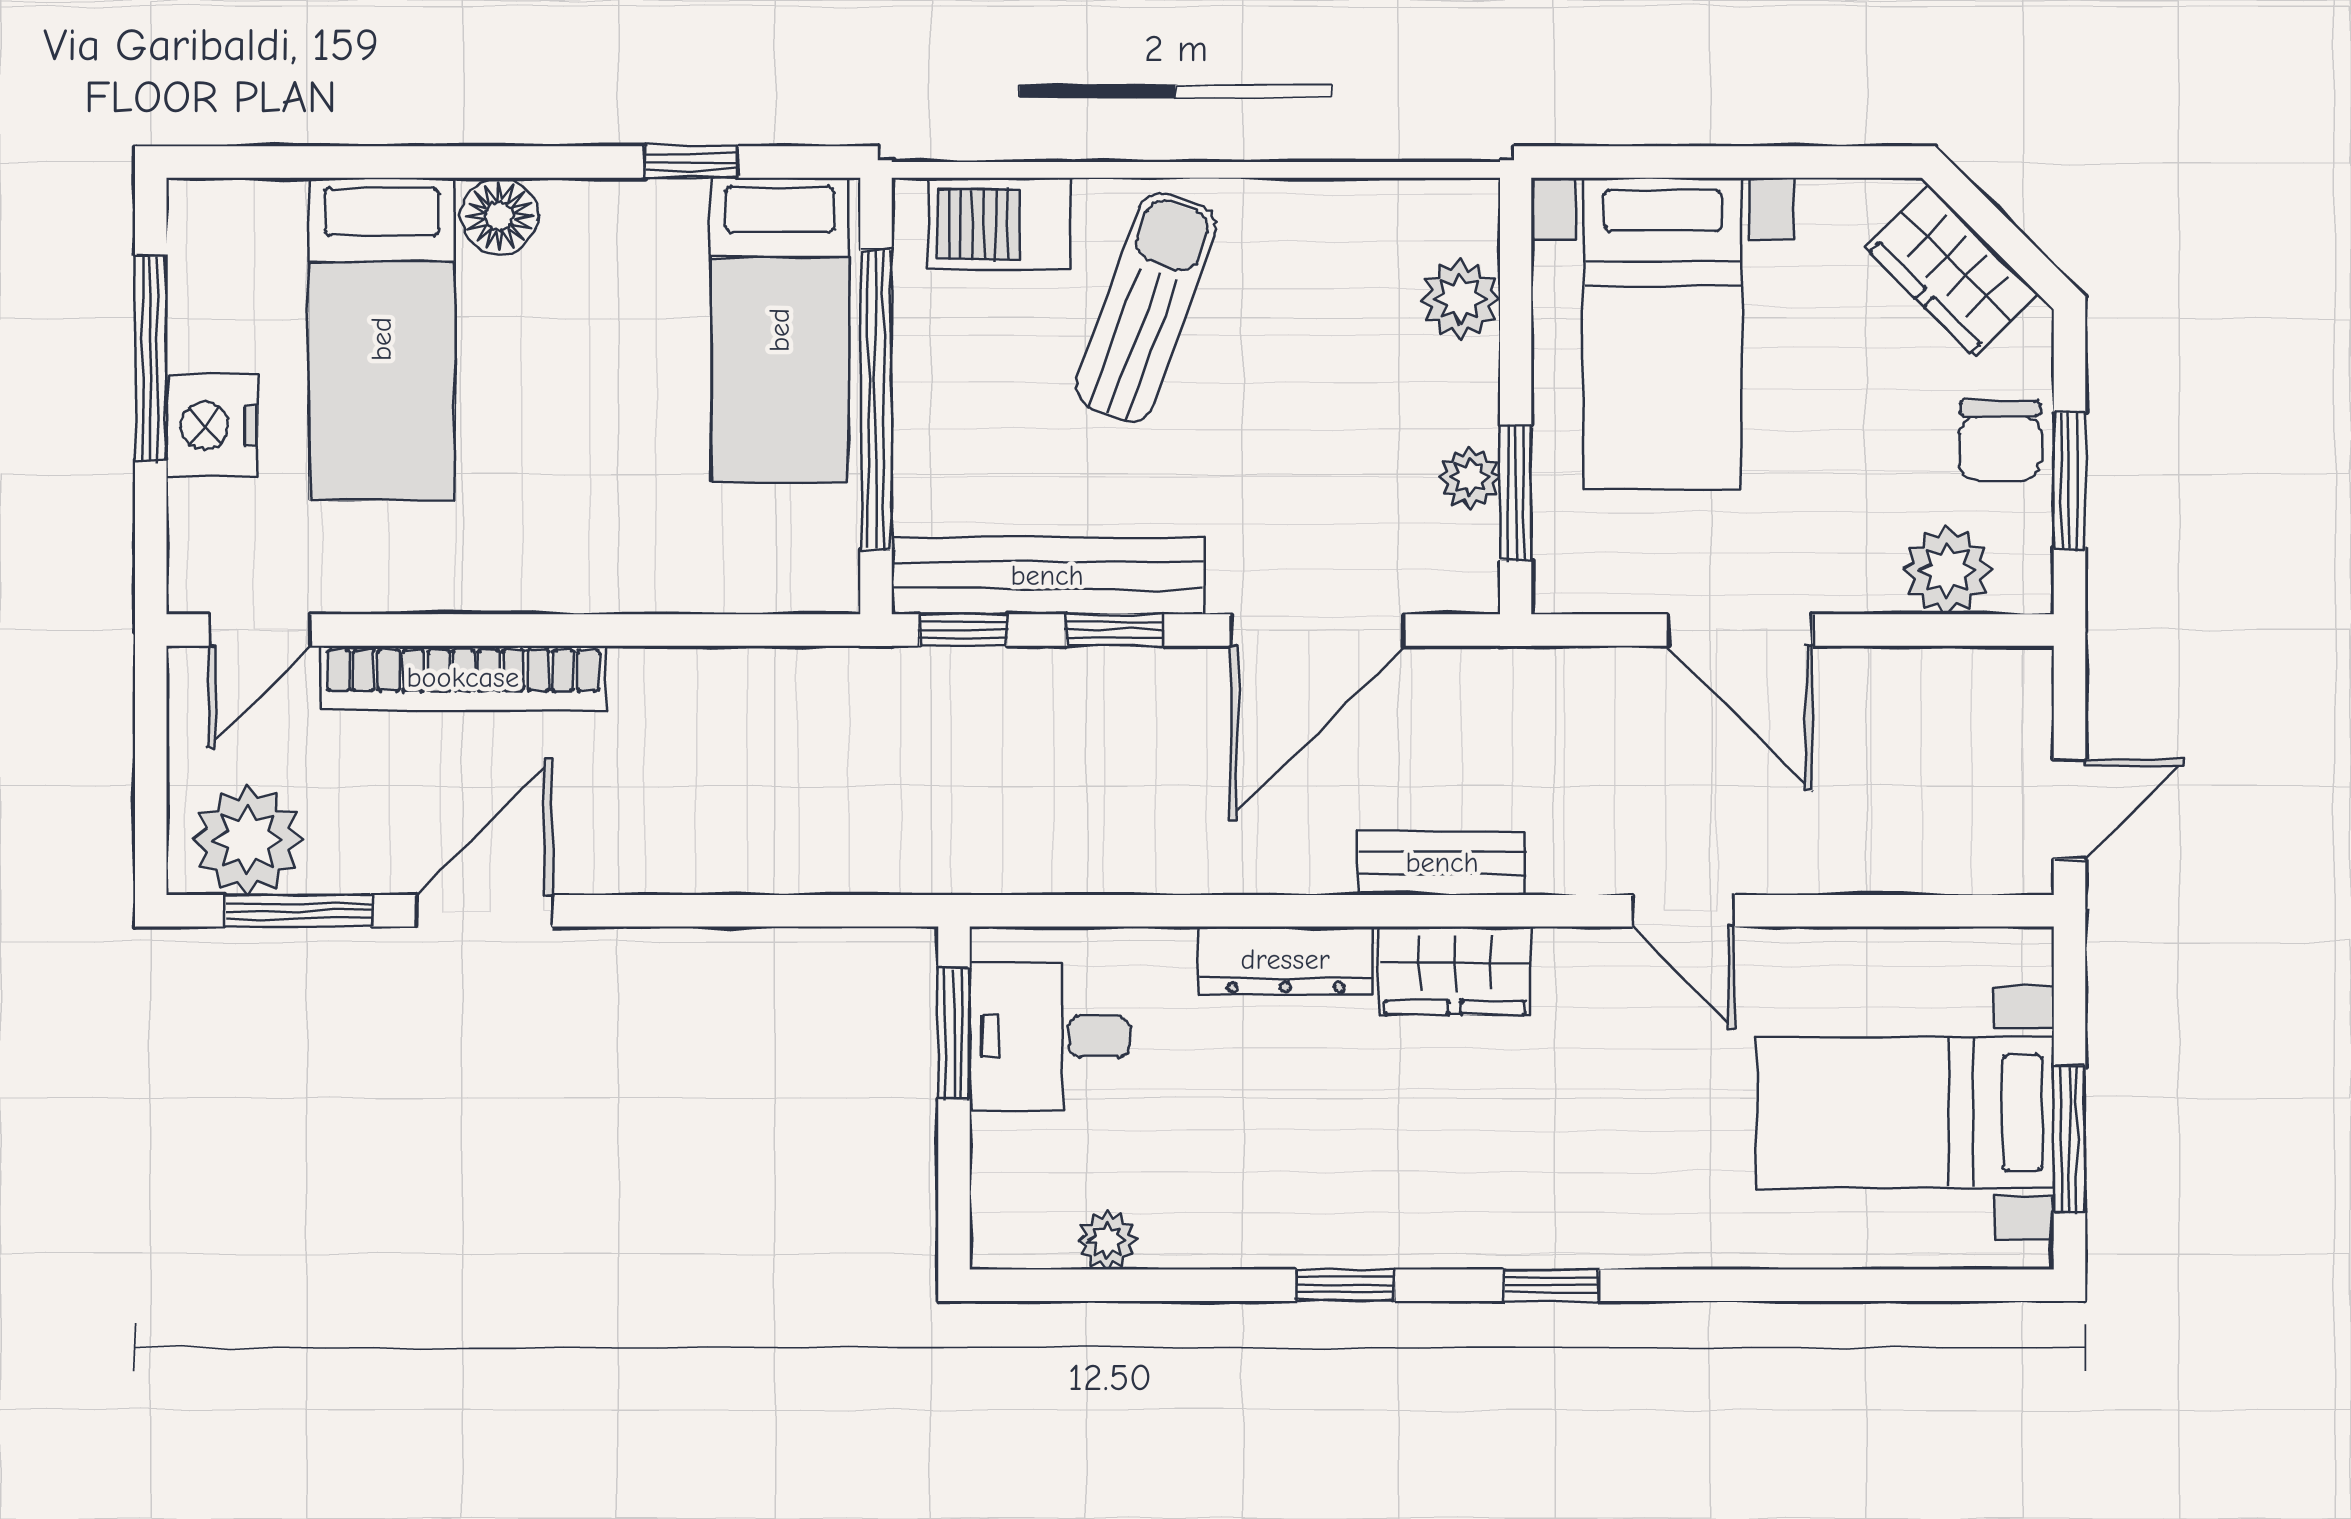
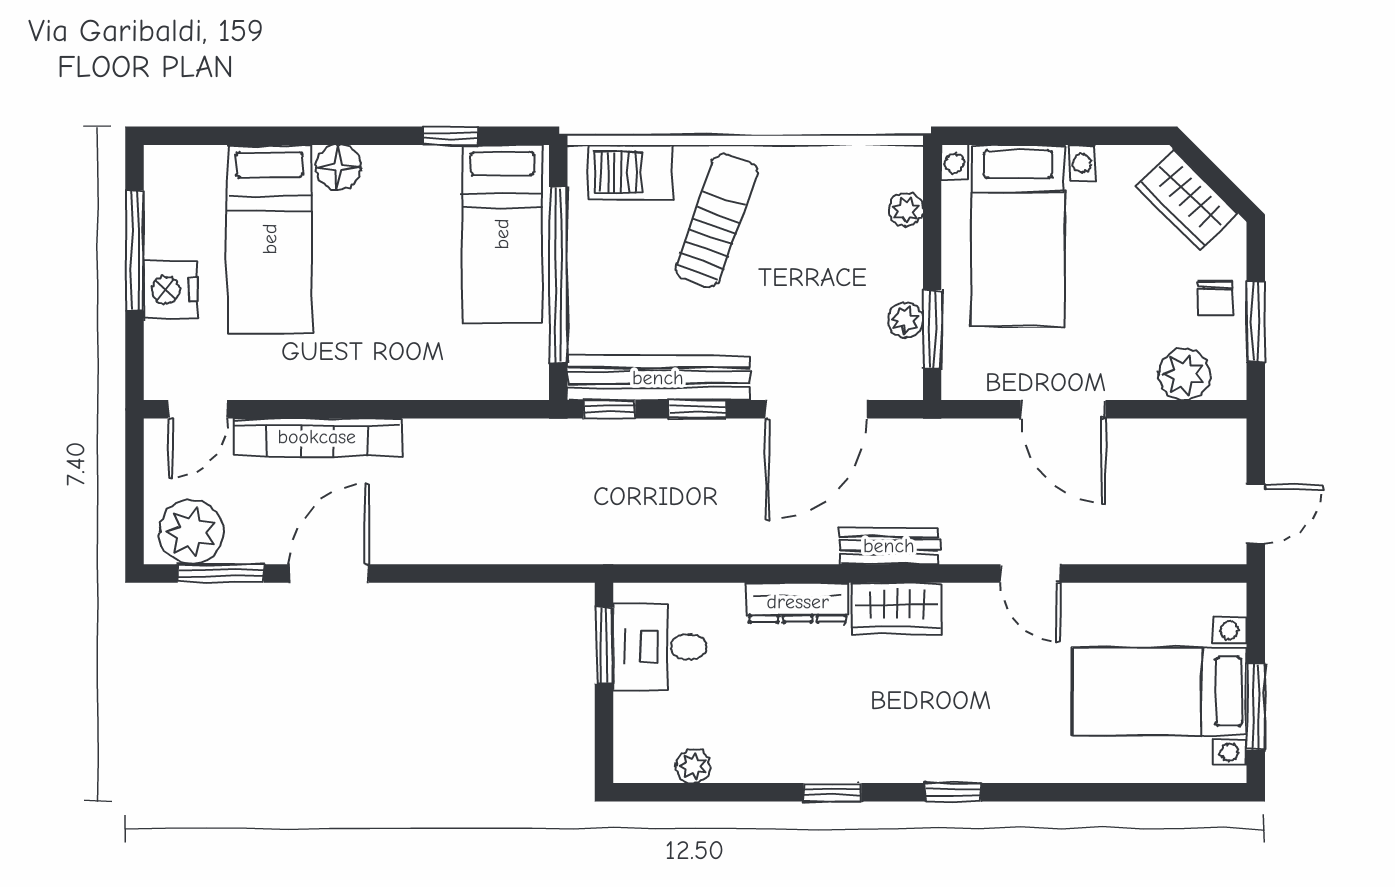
plant: (1460, 299) -> (906, 210), width x0.73, depth x0.73
chair: (2000, 441) -> (1215, 299), width x0.73, depth x0.73

